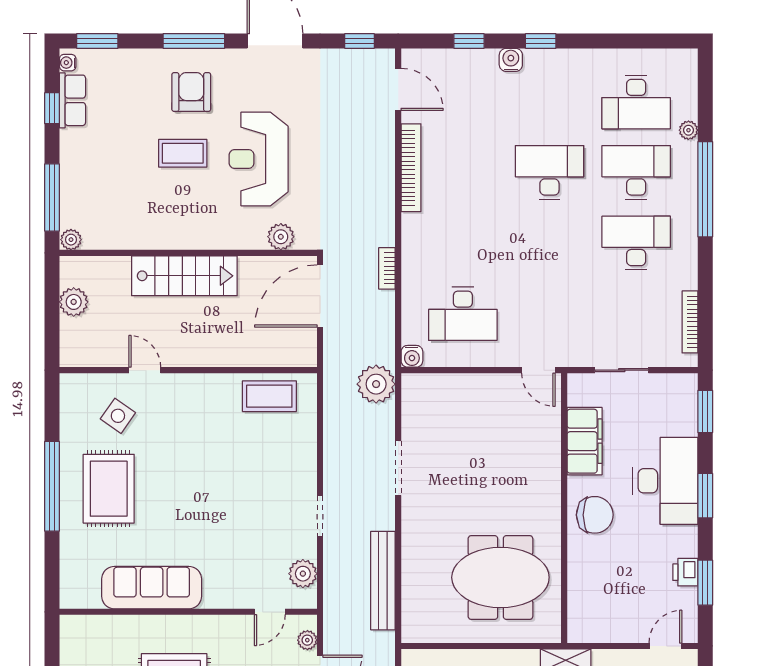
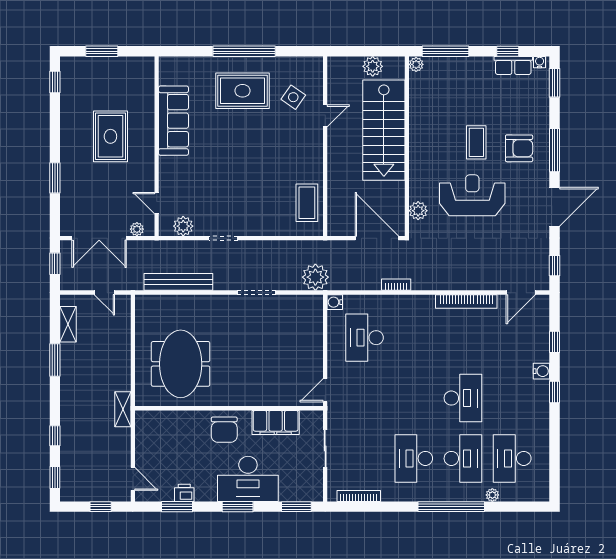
desk: (636, 243) -> (414, 458), turned 180
stairs: (184, 276) -> (384, 130), width x1.36, depth x1.51

